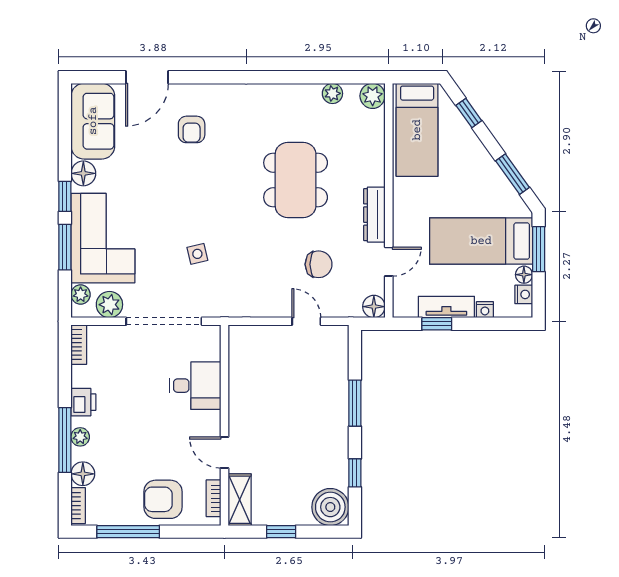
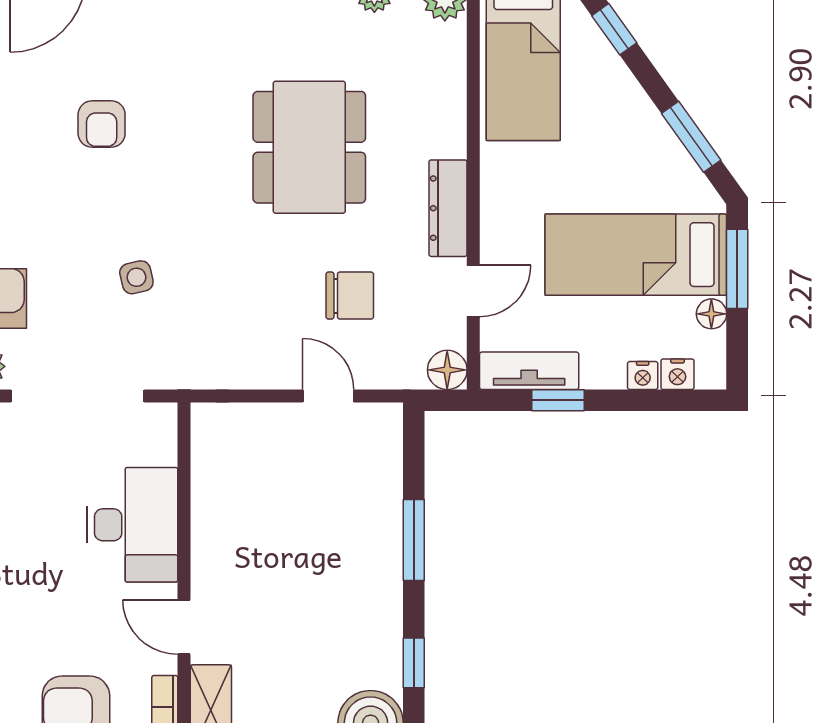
armchair: (192, 129) -> (102, 124), moved
nightstand: (524, 294) -> (677, 374), moved, turned 90
tv unit: (446, 307) -> (529, 371), moved
desk: (195, 386) -> (132, 525), width x1.37

